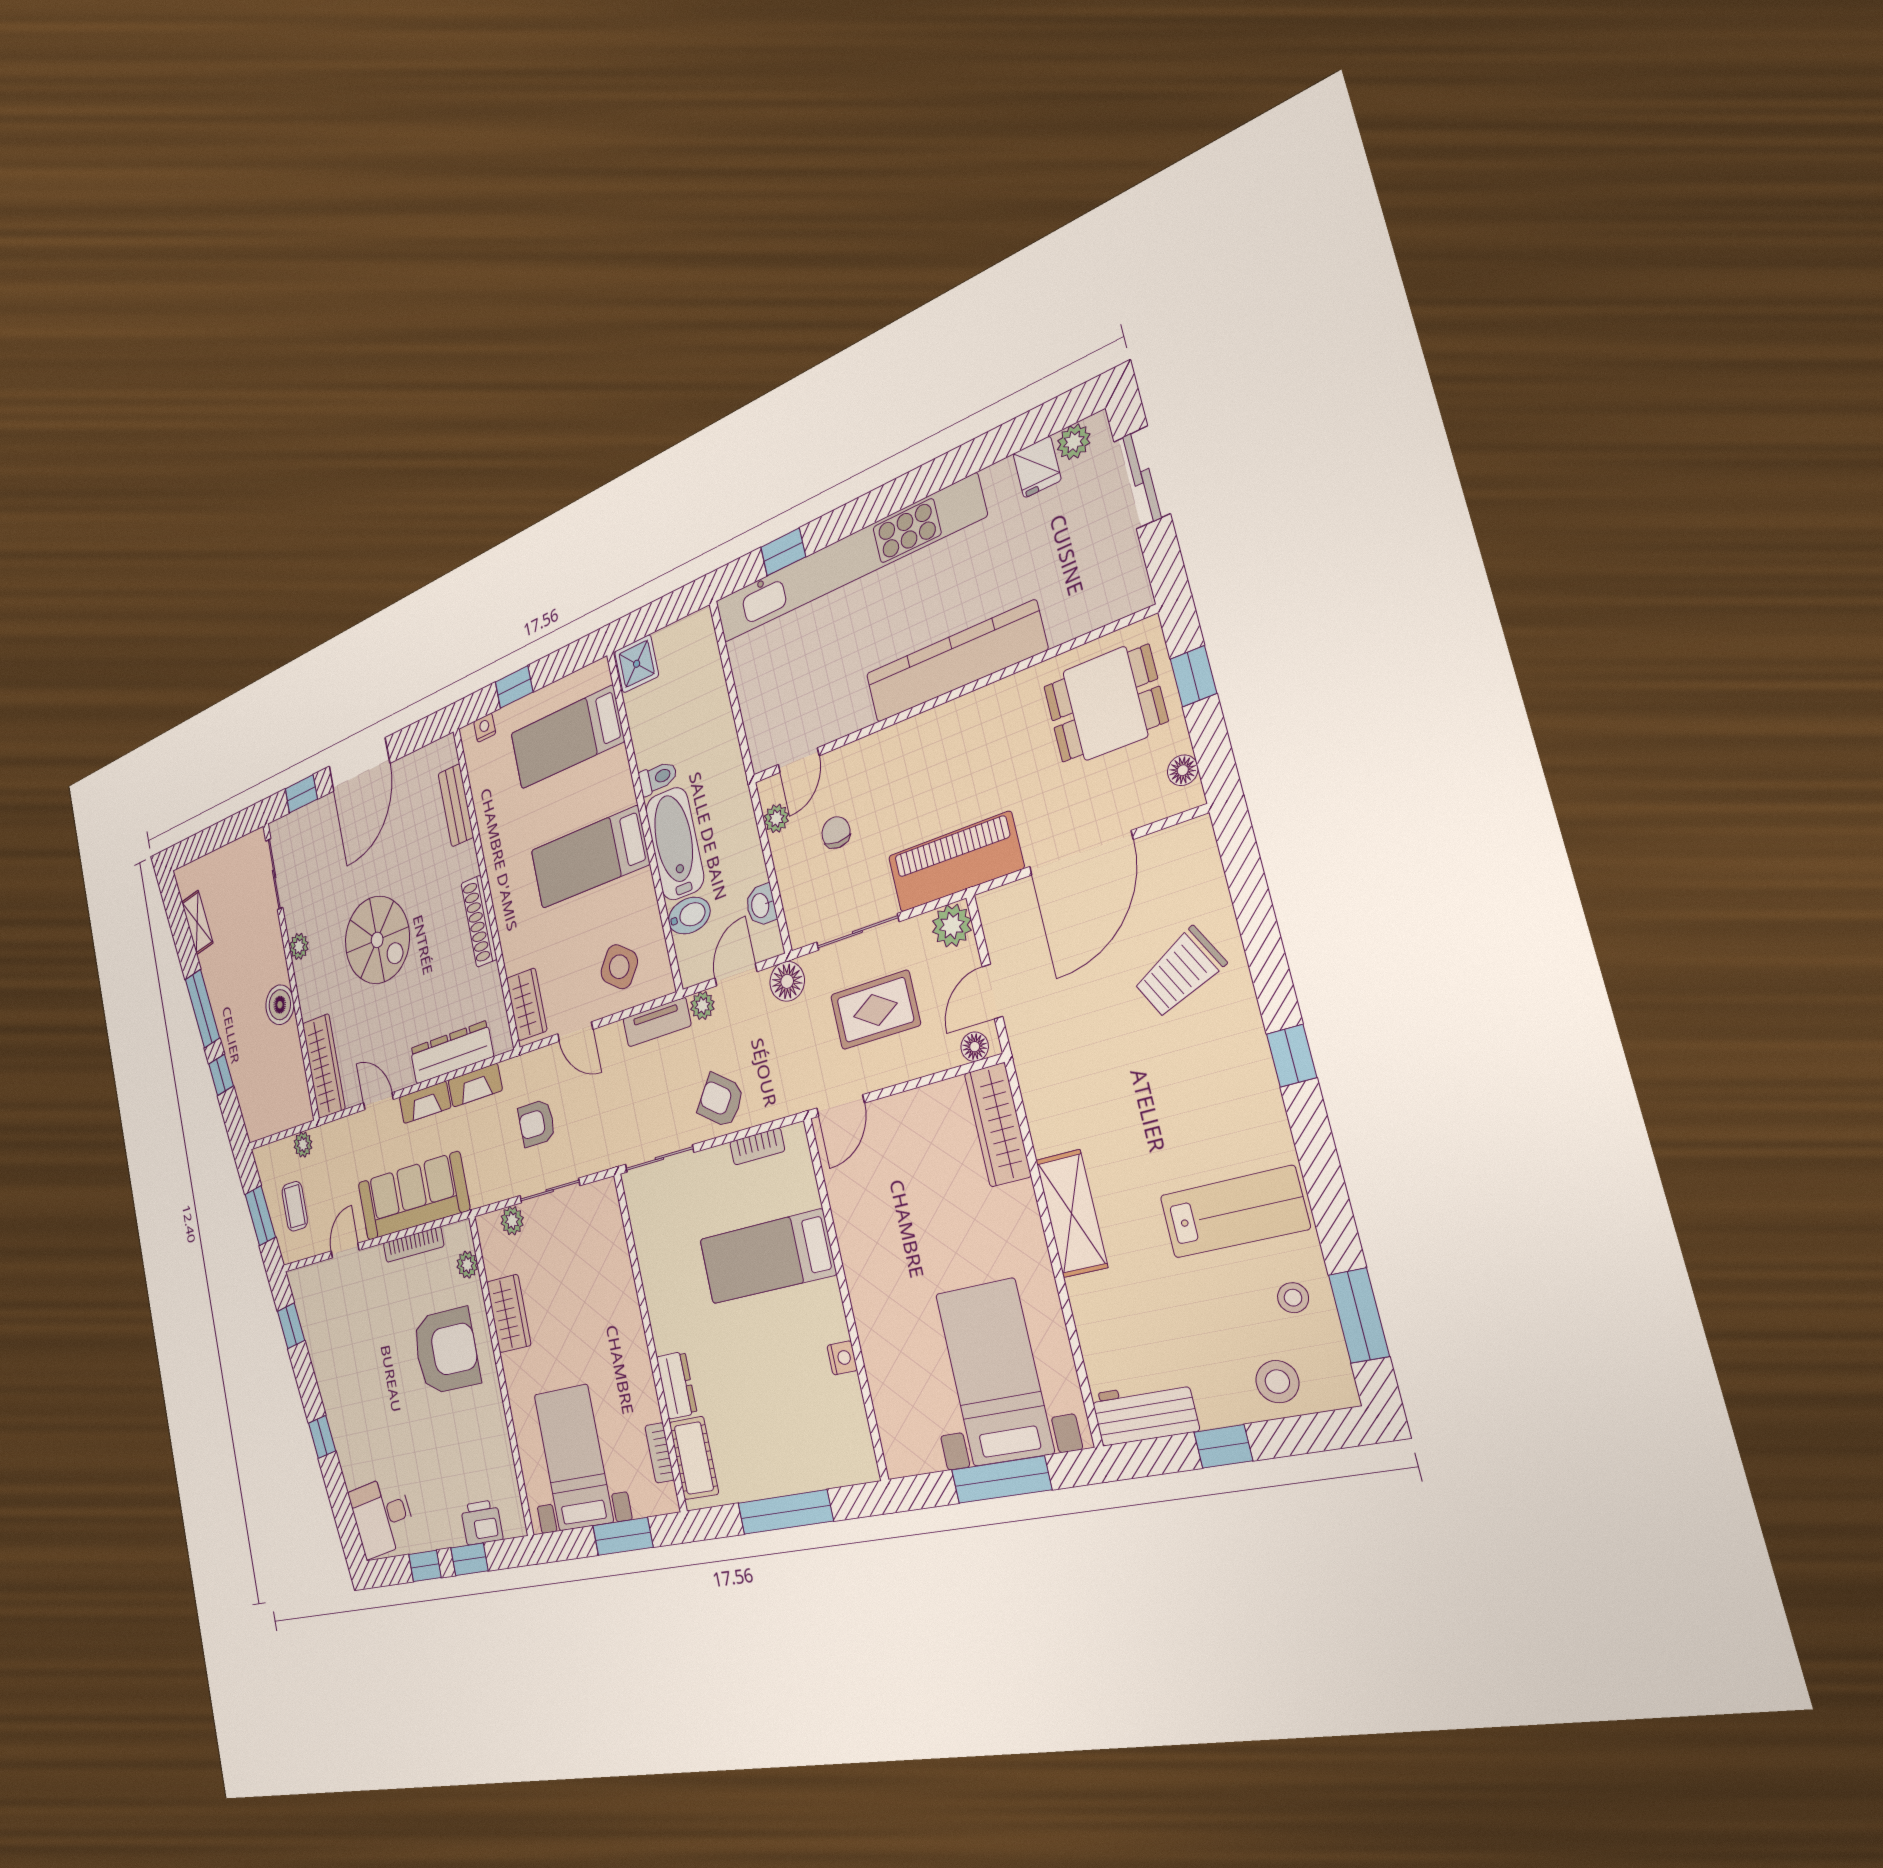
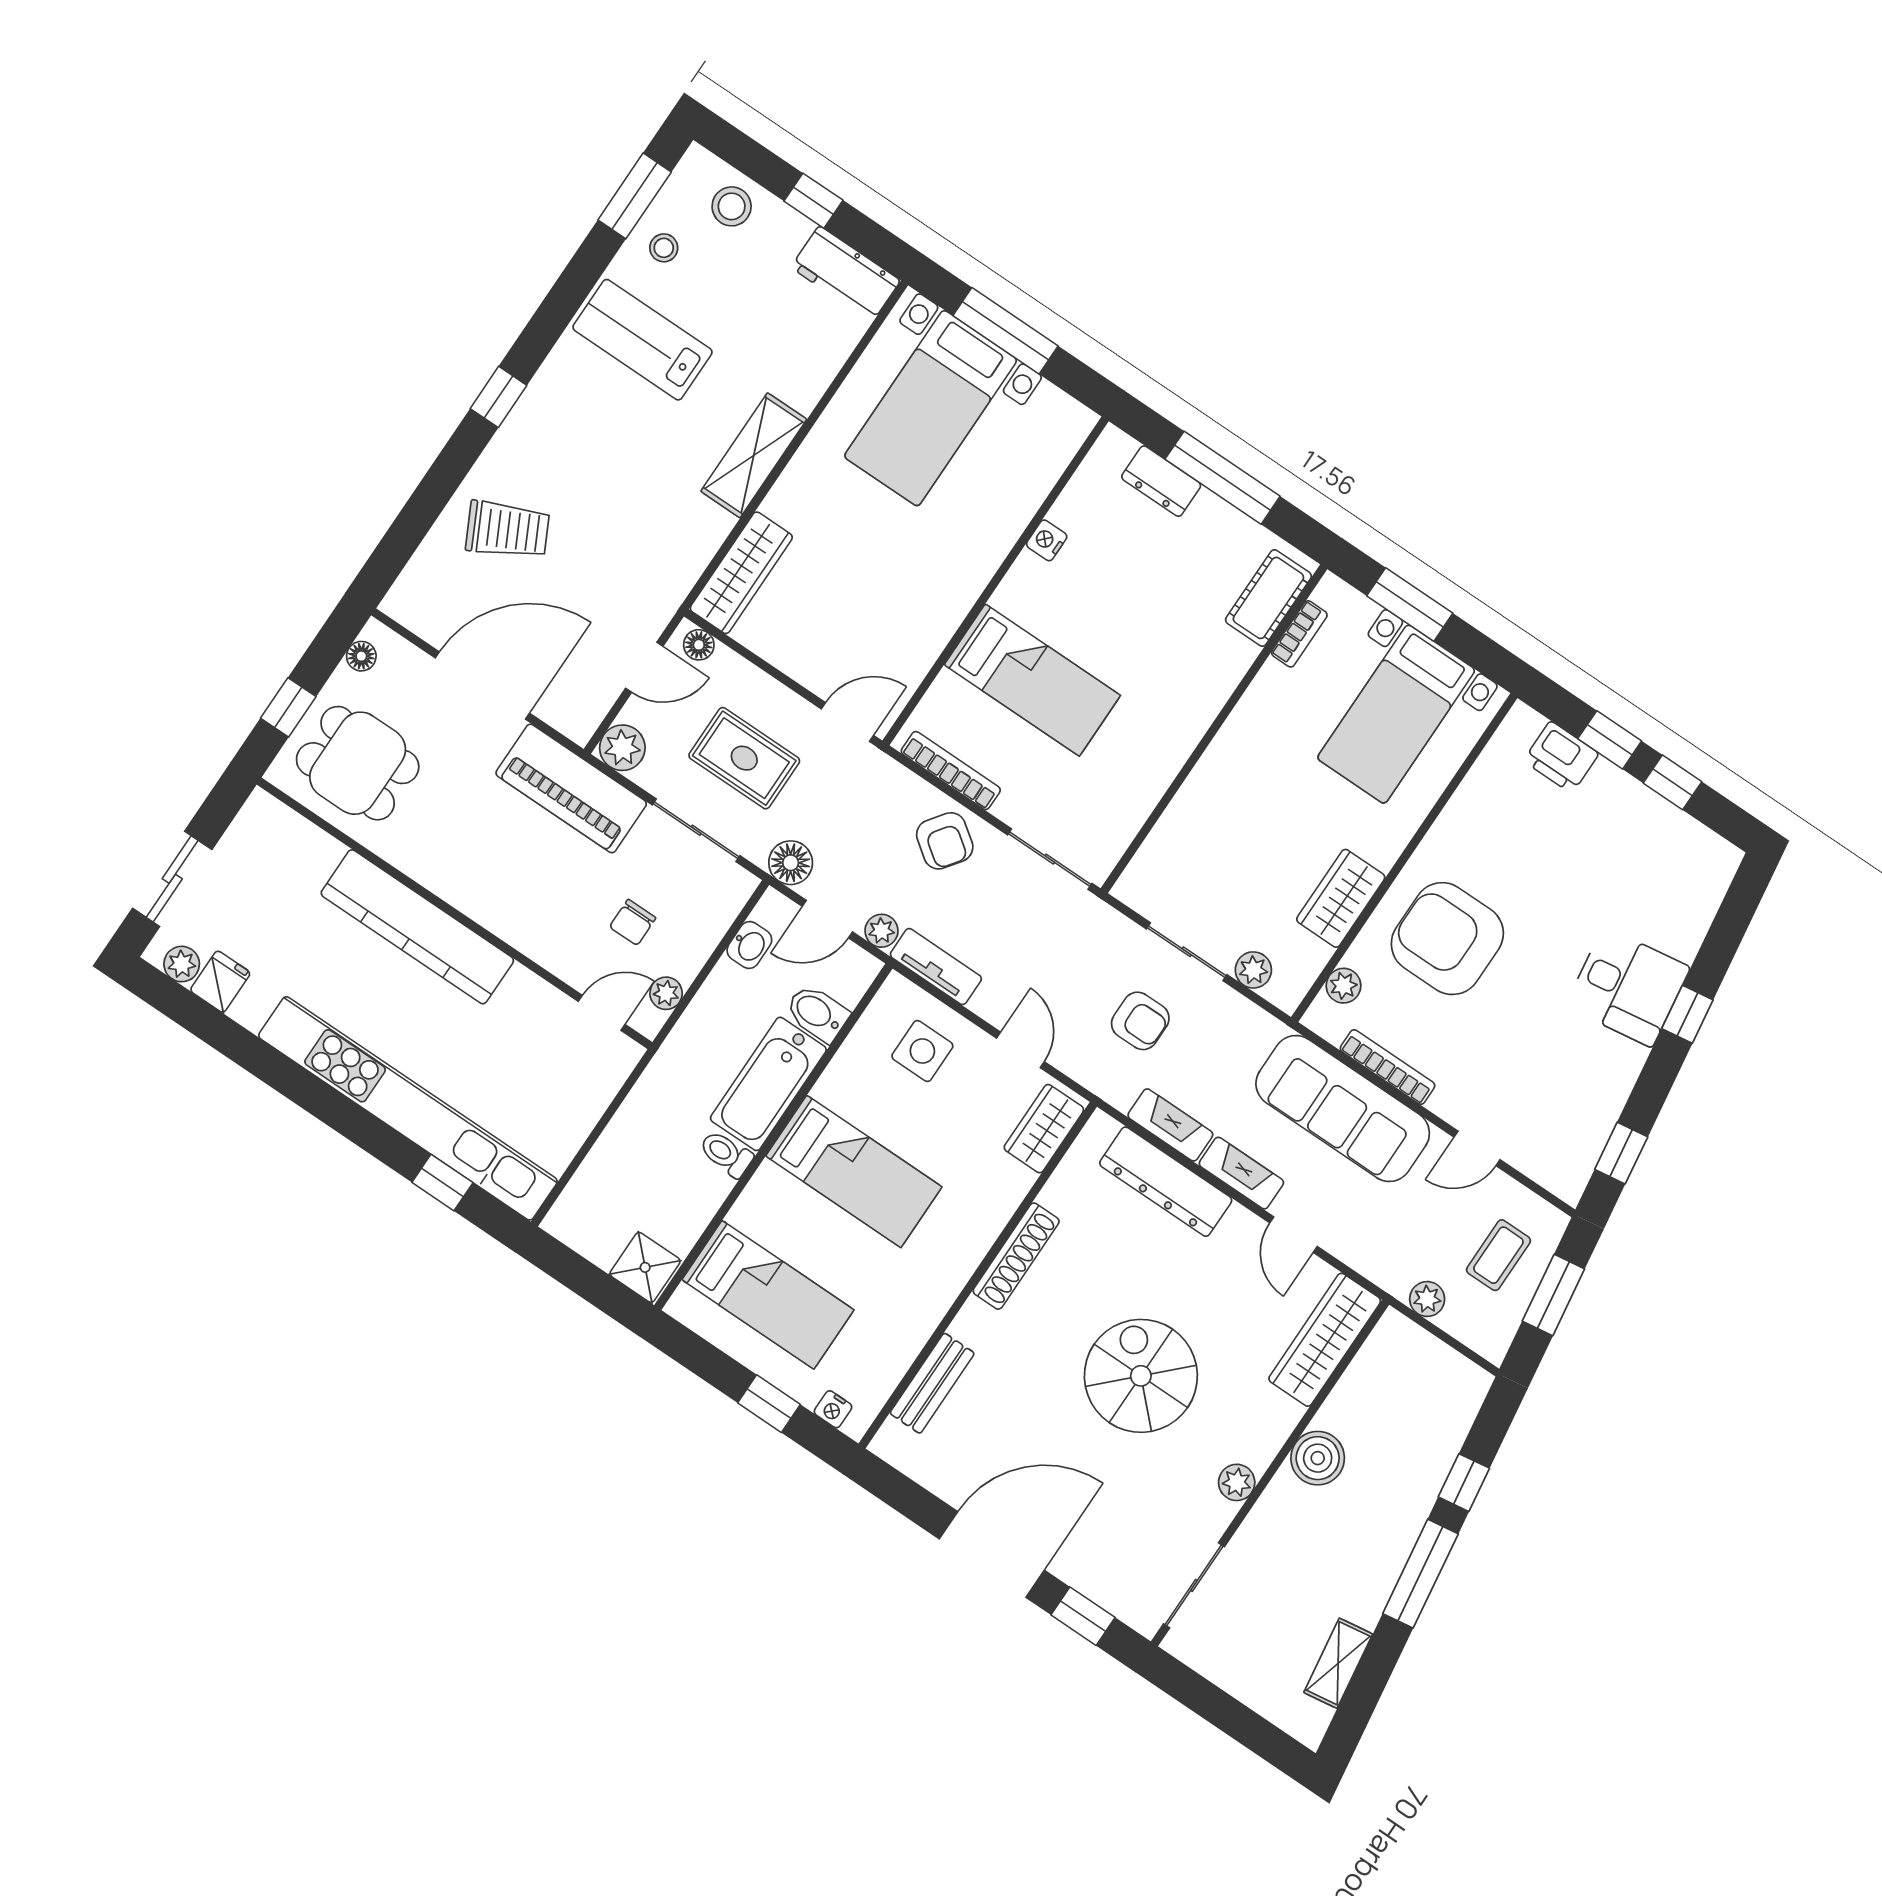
side table: (619, 967) -> (922, 1051), turned -37
bookcase: (757, 1146) -> (951, 771), width x1.56
dresser: (677, 1385) -> (1161, 481), moved, turned -90
desk: (382, 1516) -> (1628, 987), moved

